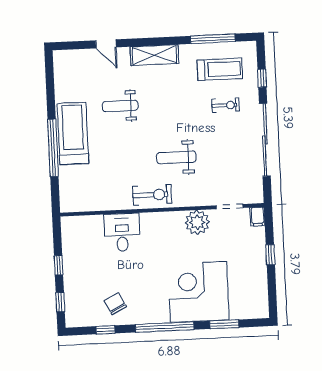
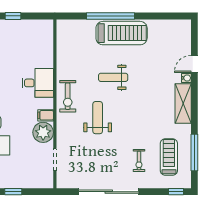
water cooler: (123, 53) -> (186, 78), added
treadmill: (220, 69) -> (169, 157), turned 180
window: (262, 78) -> (176, 192), moved
weight bench: (120, 106) -> (113, 77), moved, turned -90
filing cabinet: (257, 217) -> (46, 115), moved
desk: (122, 232) -> (38, 83), moved

